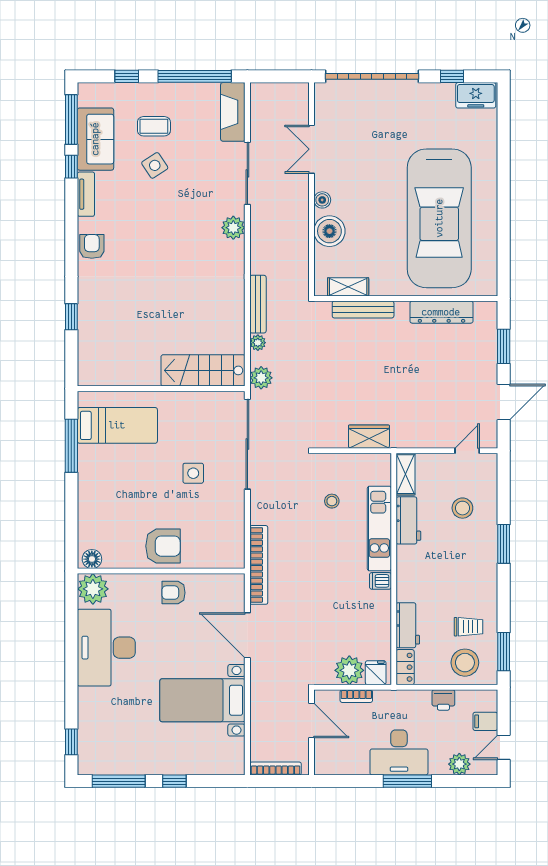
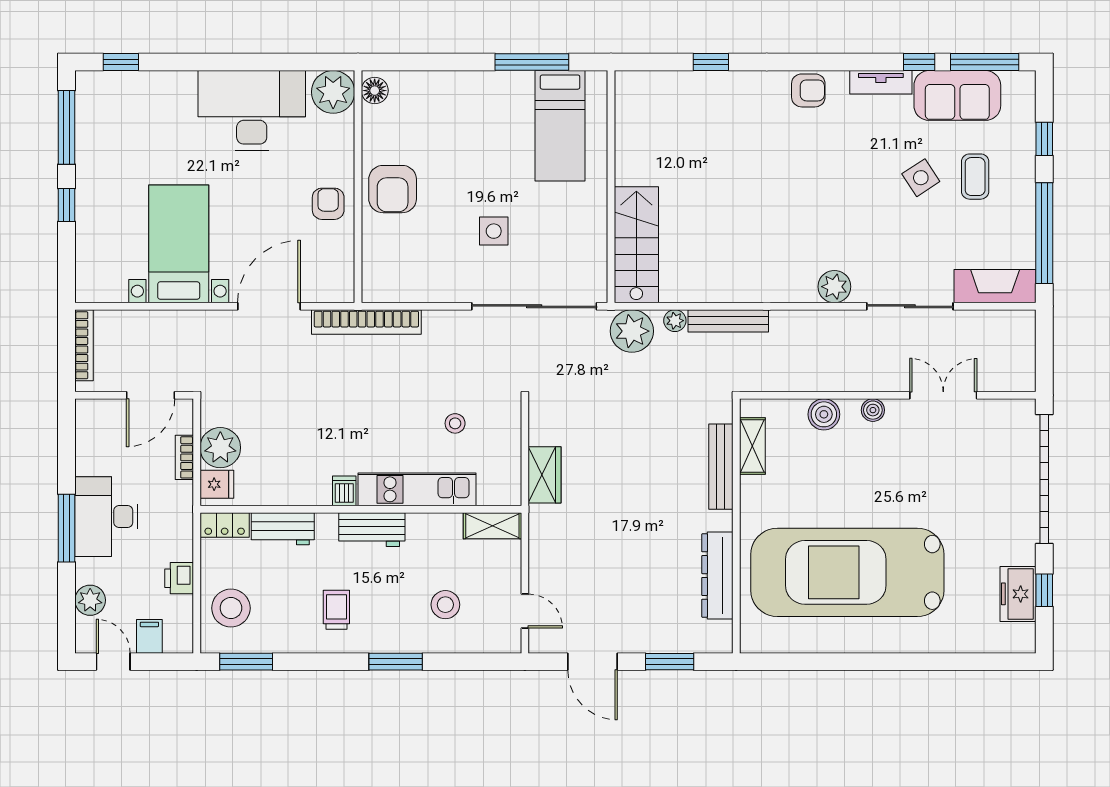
freezer: (476, 95) -> (1018, 594), moved
boiler: (329, 231) -> (824, 414), width x0.73, depth x0.73
plant: (261, 378) -> (632, 331), width x1.36, depth x1.36
workbench: (408, 520) -> (372, 530), moved
trolley: (469, 627) -> (336, 610), moved, turned 180

